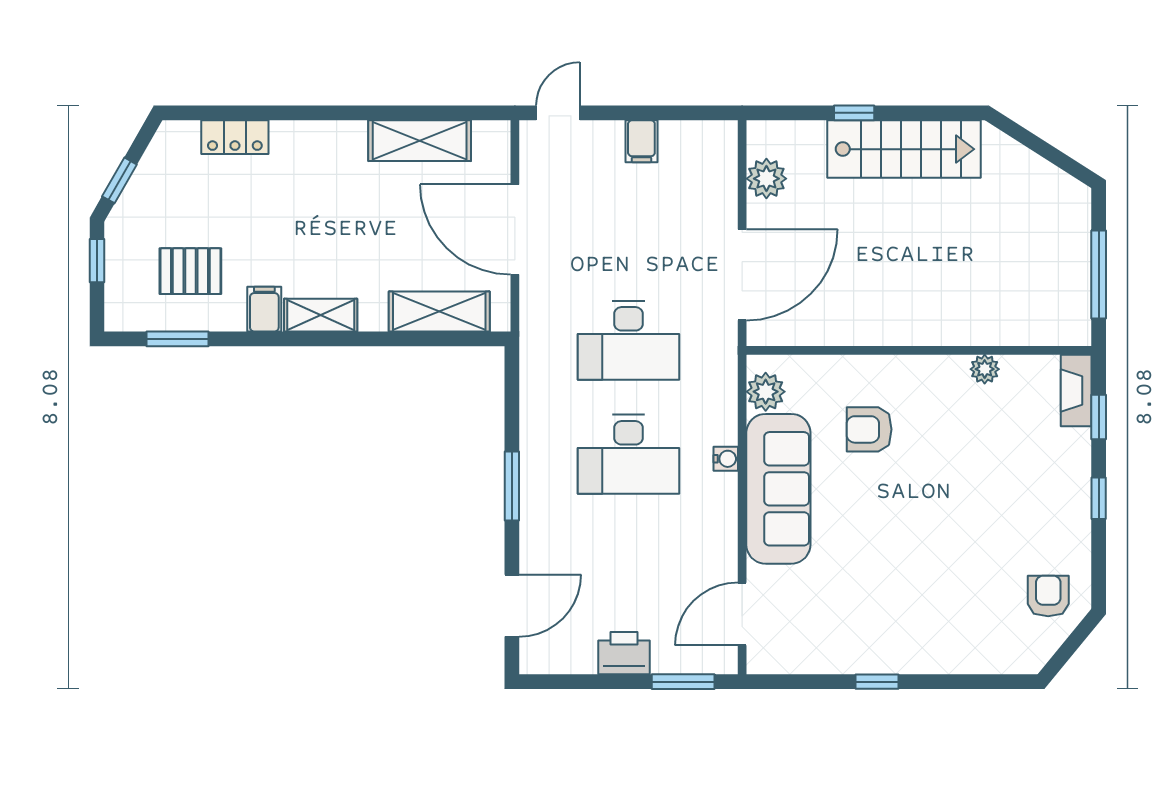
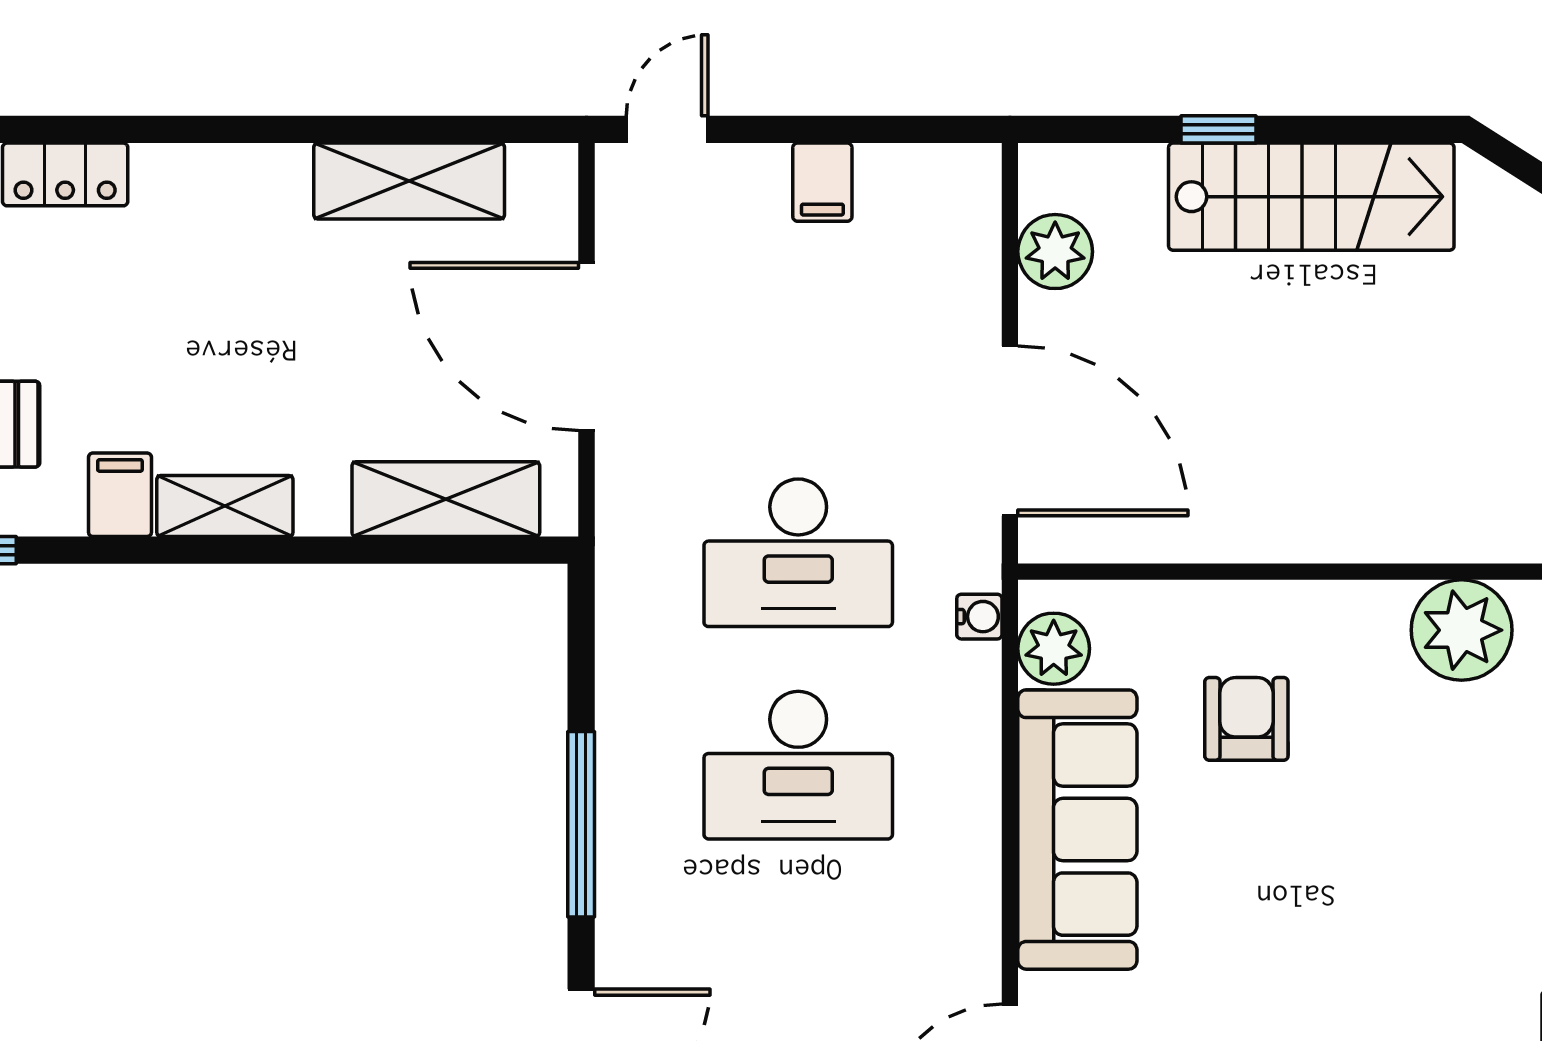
door: (742, 275) -> (1010, 431), hinge flipped
plant: (985, 369) -> (1462, 630), width x1.88, depth x1.88
armchair: (869, 429) -> (1246, 719), turned 90
water cooler: (726, 459) -> (979, 617), moved
window: (512, 486) -> (581, 824), width x1.44

